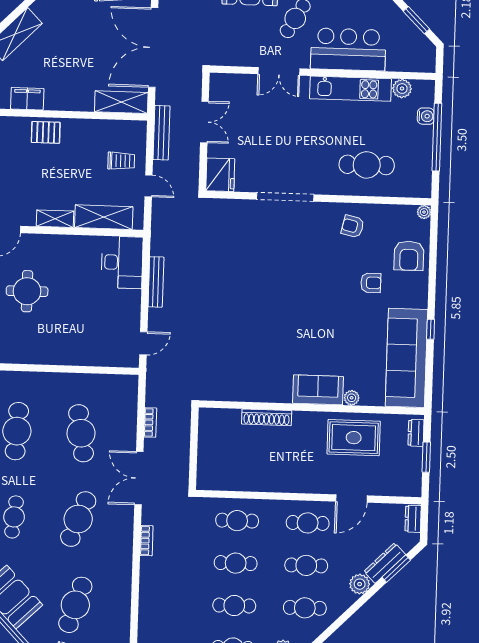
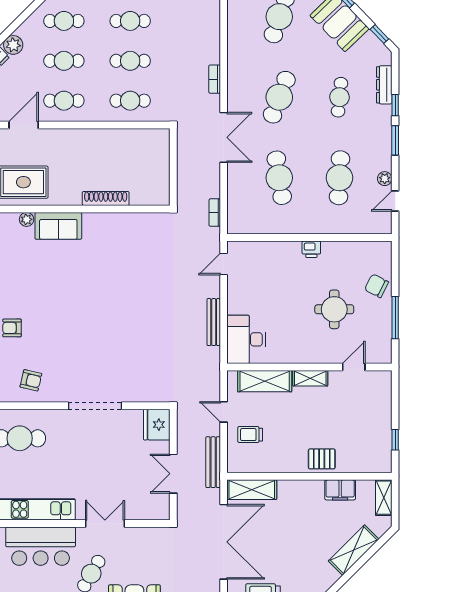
printer: (49, 356) -> (311, 249), added
bookcase: (150, 422) -> (215, 213), moved

